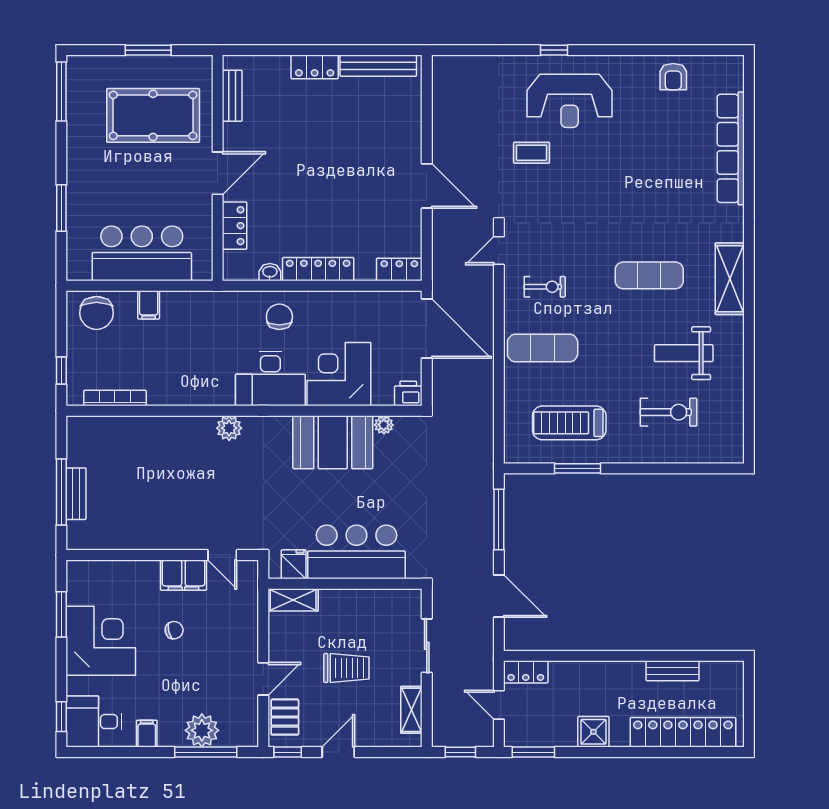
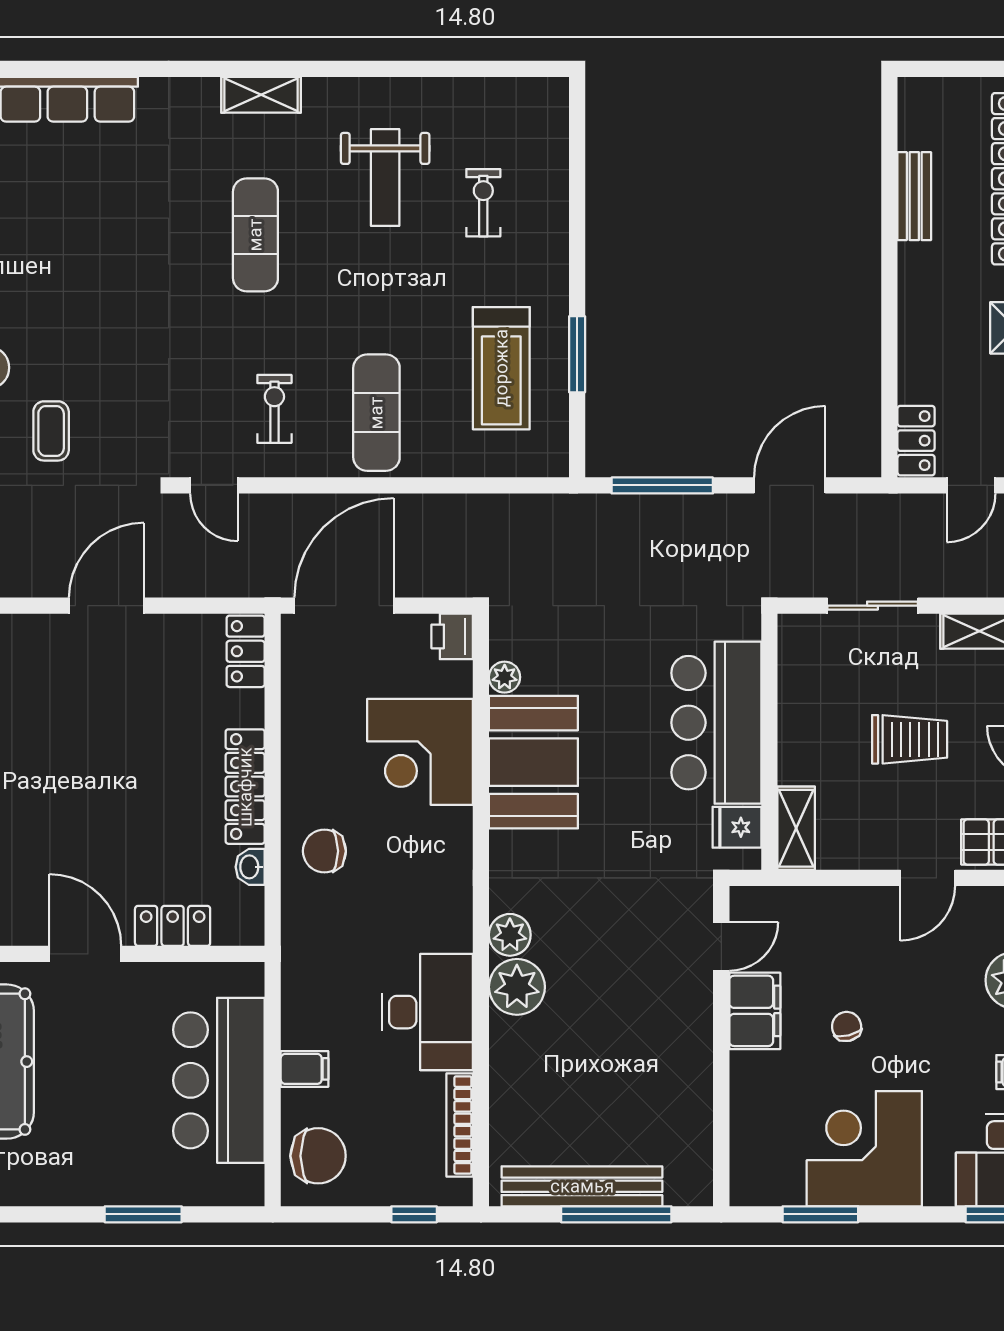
shelving: (730, 279) -> (261, 95), width x0.67, depth x0.75
desk: (270, 379) -> (427, 1012), moved
exercise bike: (668, 412) -> (483, 203), width x0.73, depth x0.72
plant: (198, 432) -> (517, 987), added
bench: (76, 494) -> (582, 1186), width x1.86, depth x1.21
trolley: (346, 668) -> (910, 739), turned 90
door: (263, 679) -> (928, 878), swing flipped

